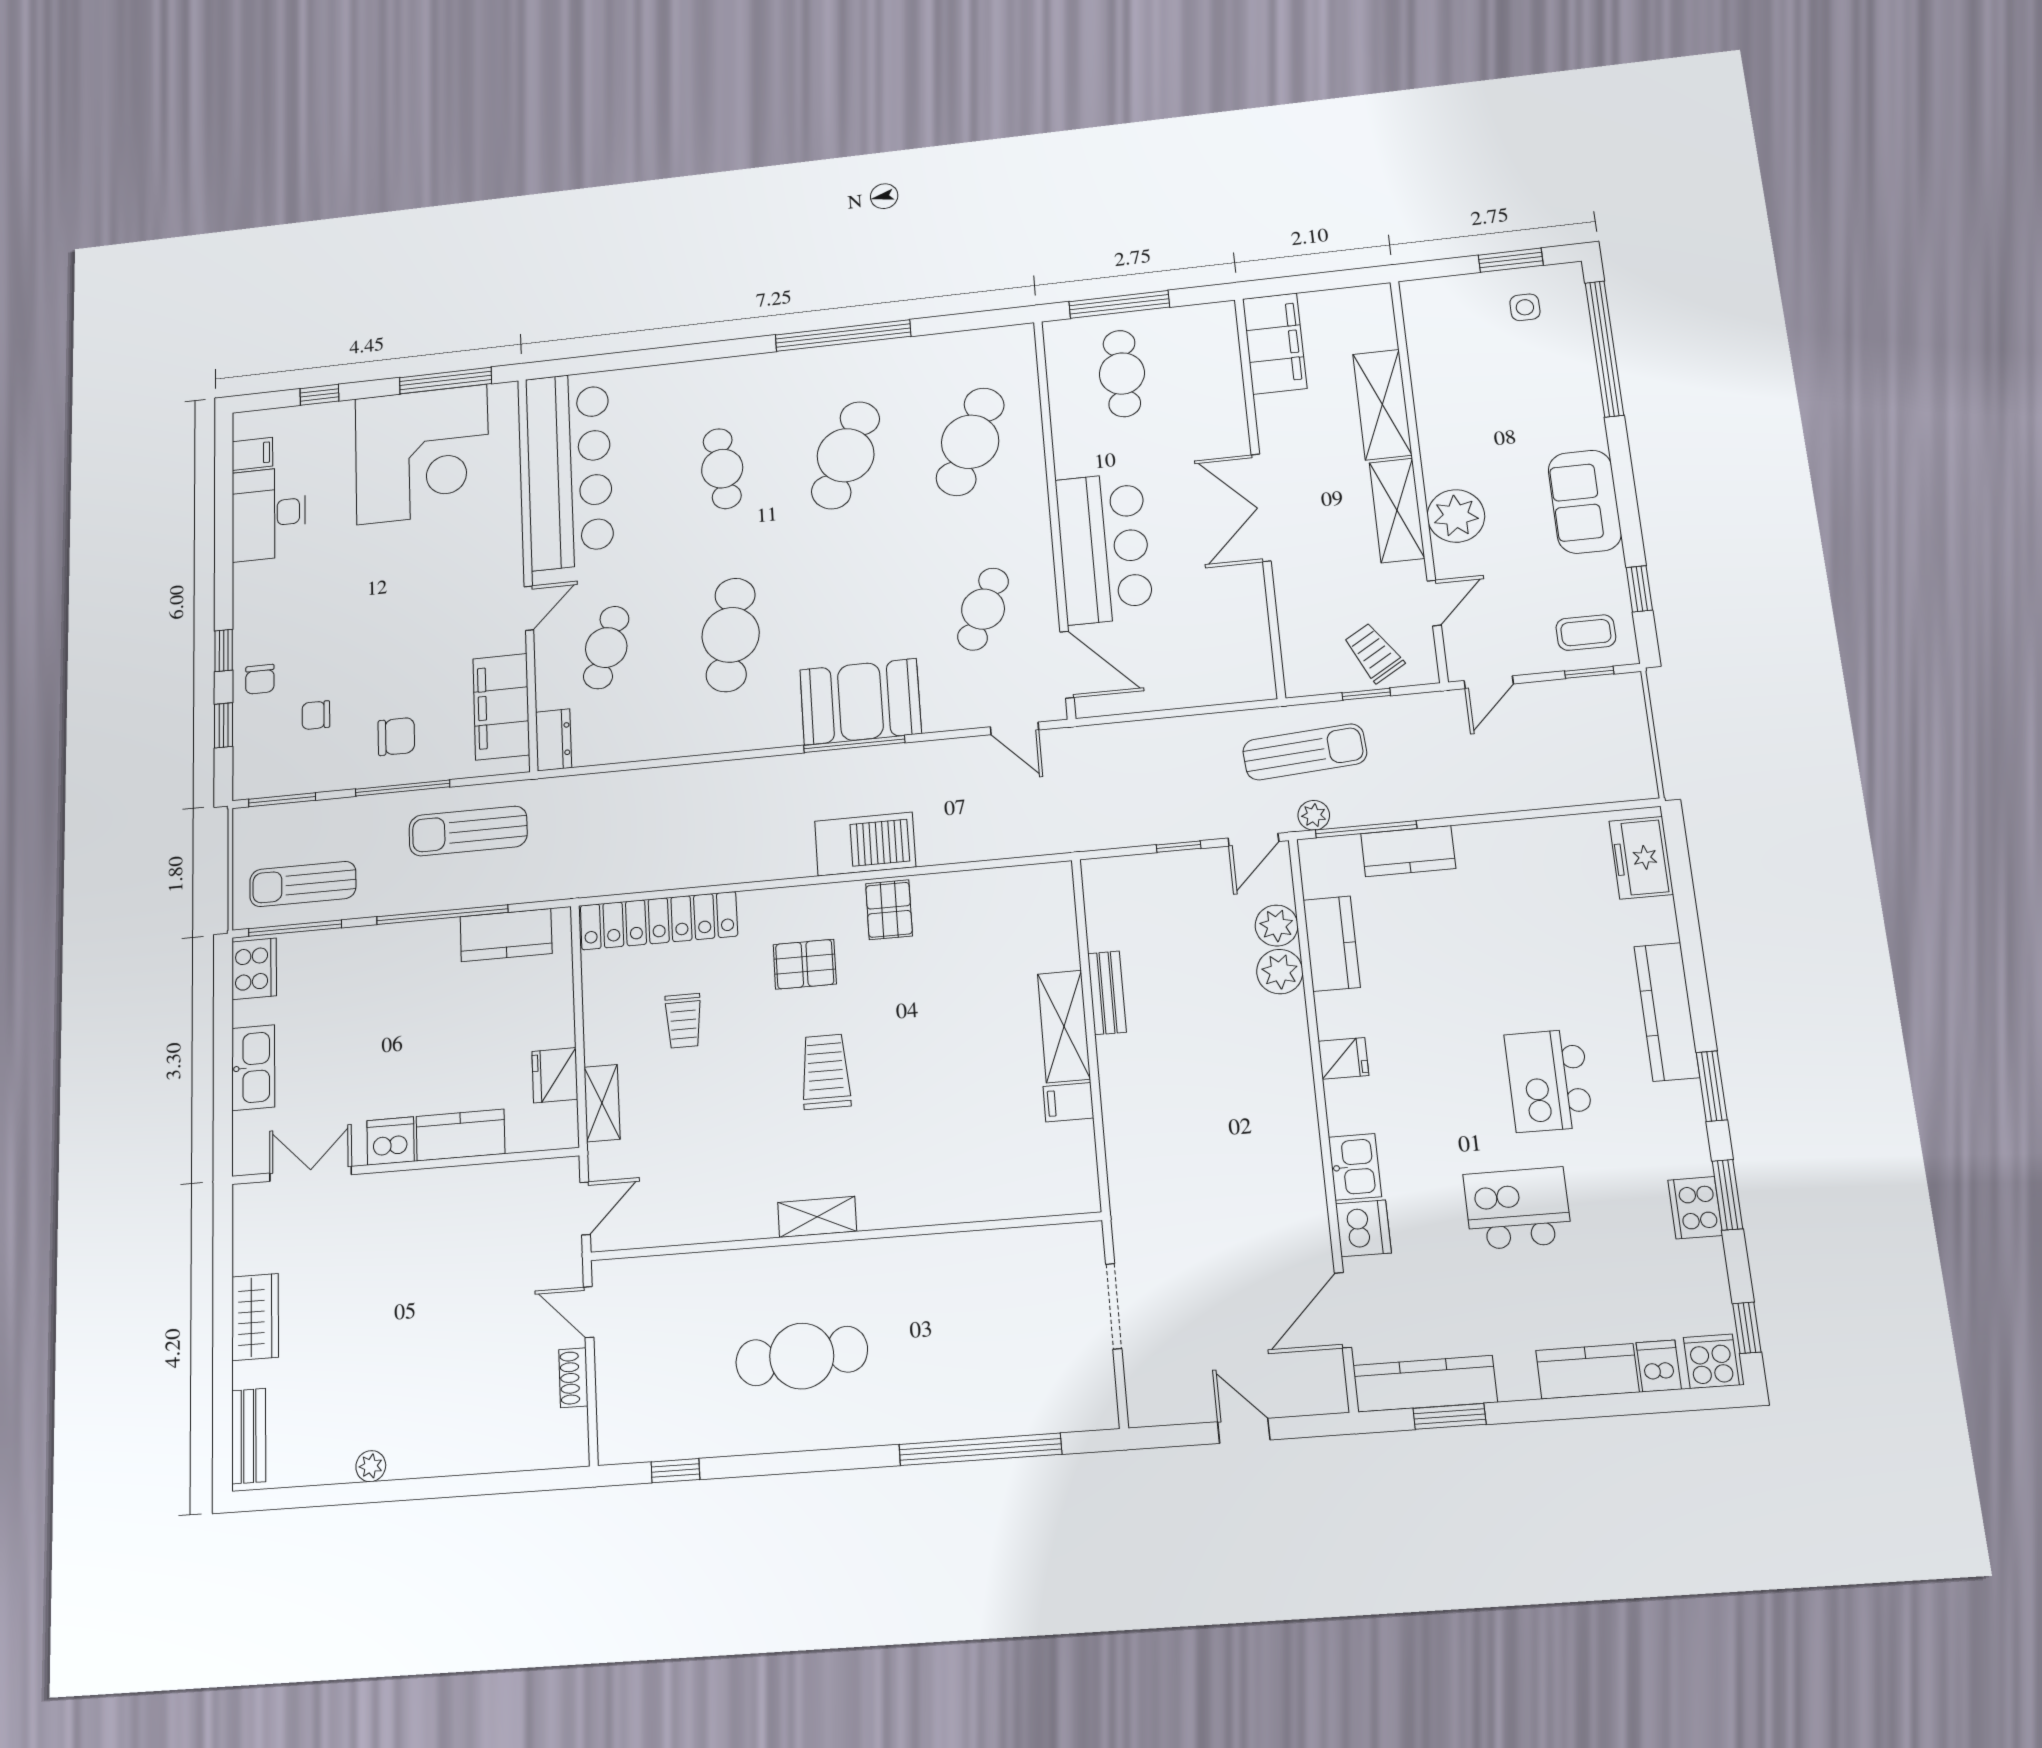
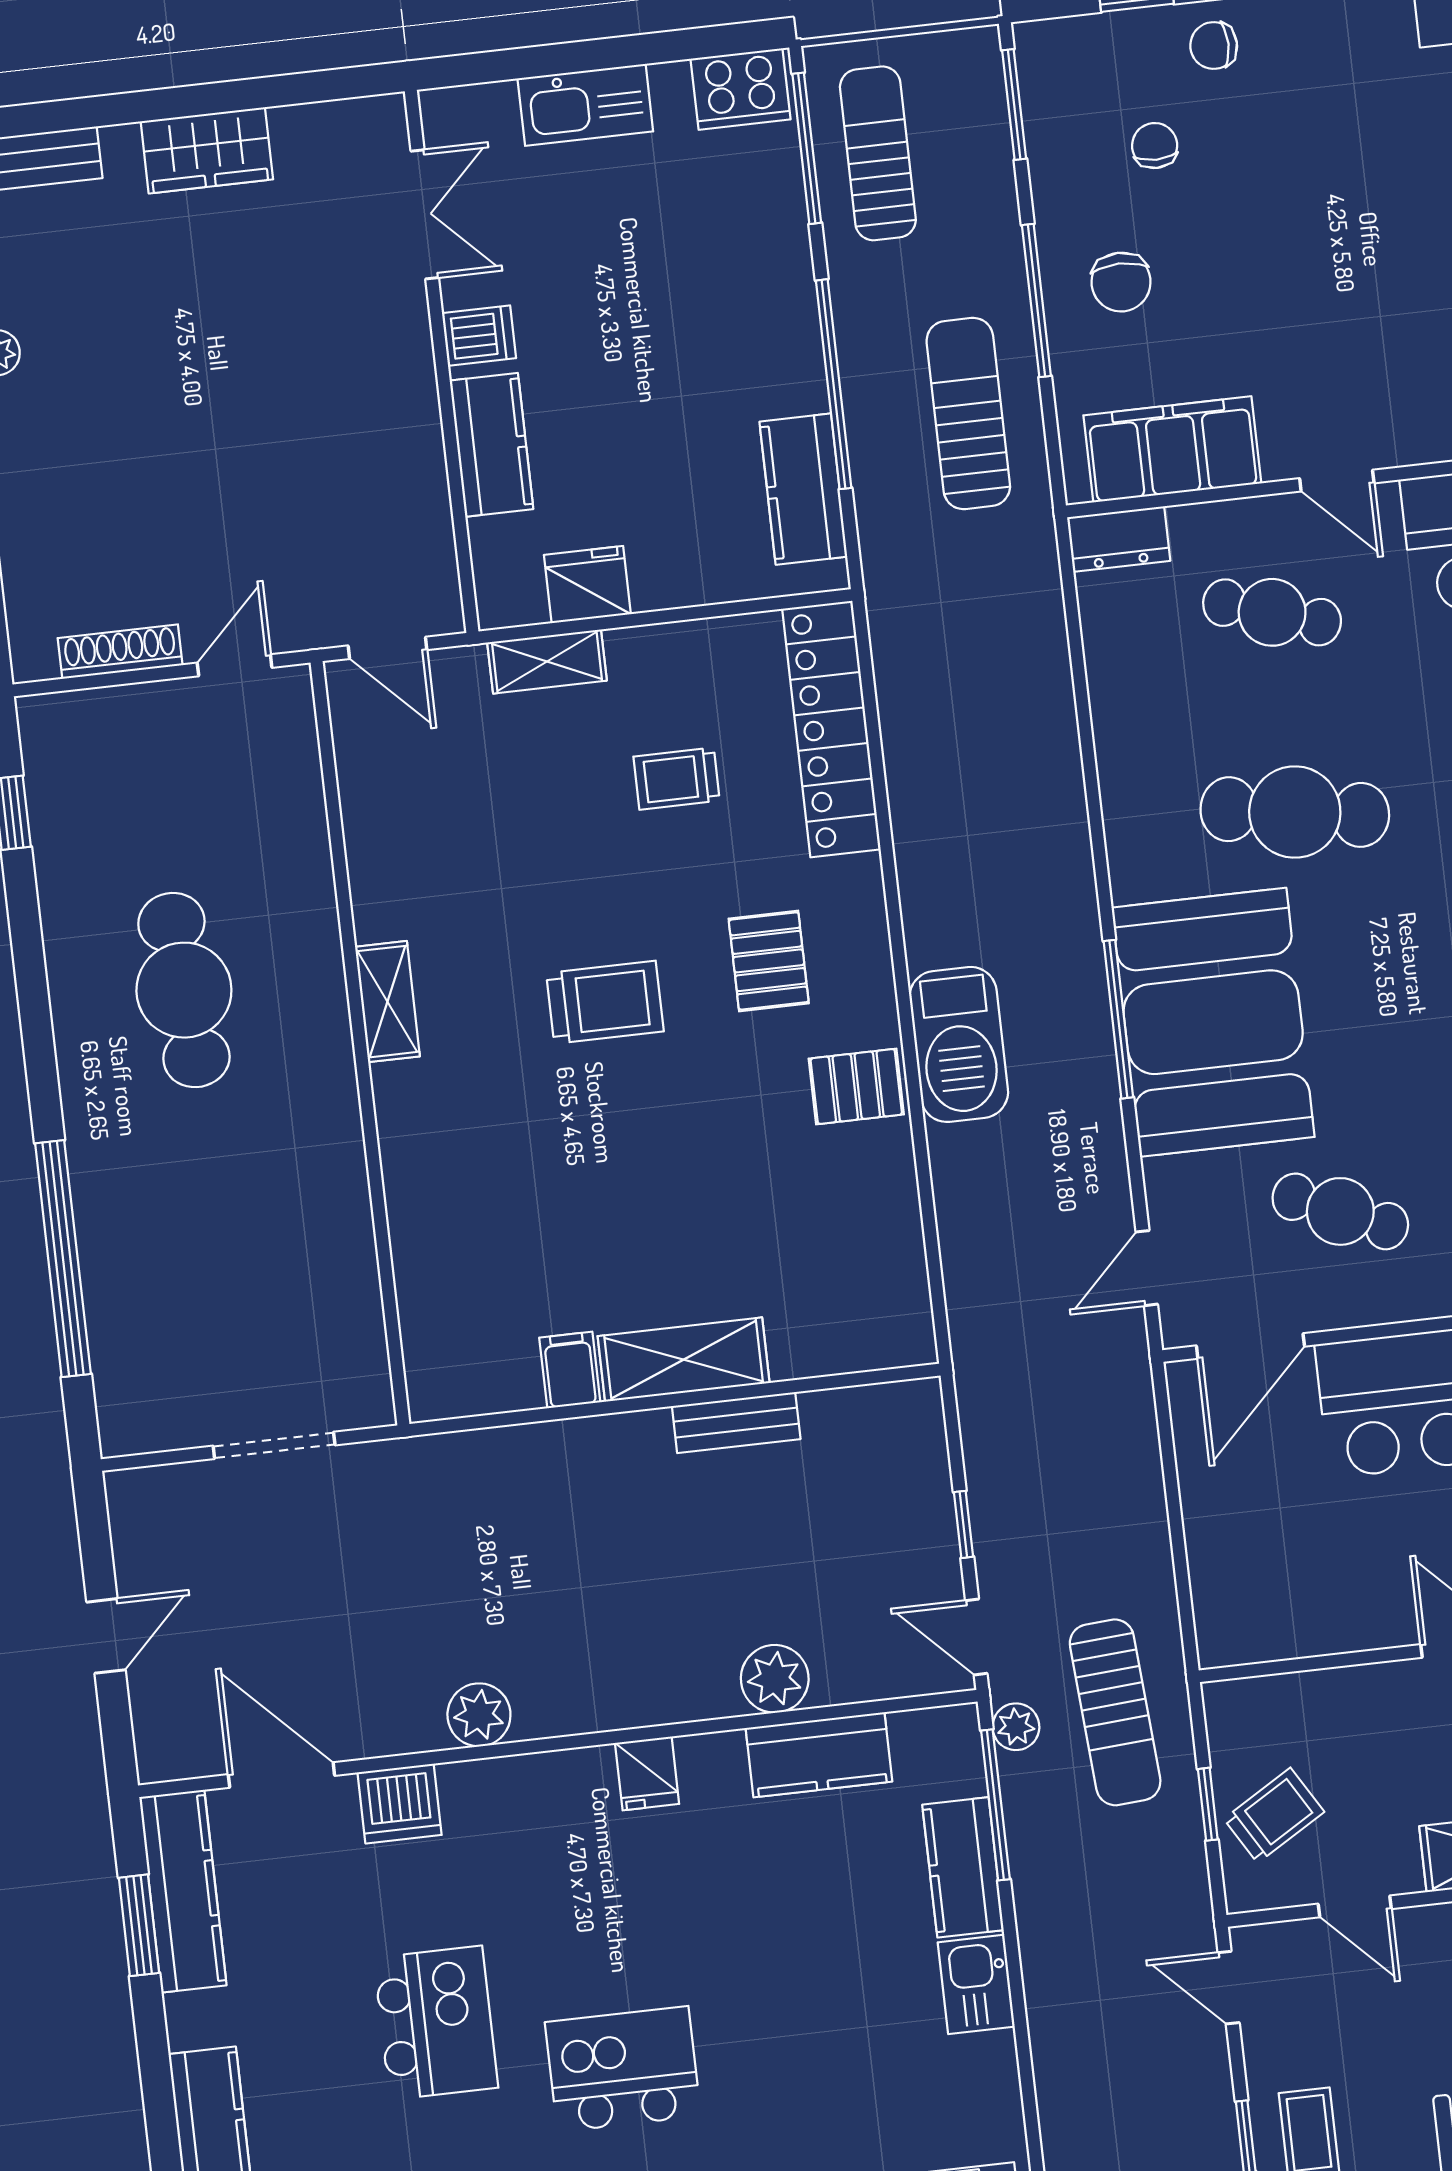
booth: (860, 702) -> (1213, 1022), width x1.36, depth x1.42
plant: (1277, 926) -> (479, 1715), moved
dishwasher: (391, 1141) -> (479, 336), width x0.73
kitchen sink: (1355, 1167) -> (976, 1984), moved, turned 90
shoe rack: (573, 1378) -> (120, 652), width x1.43

